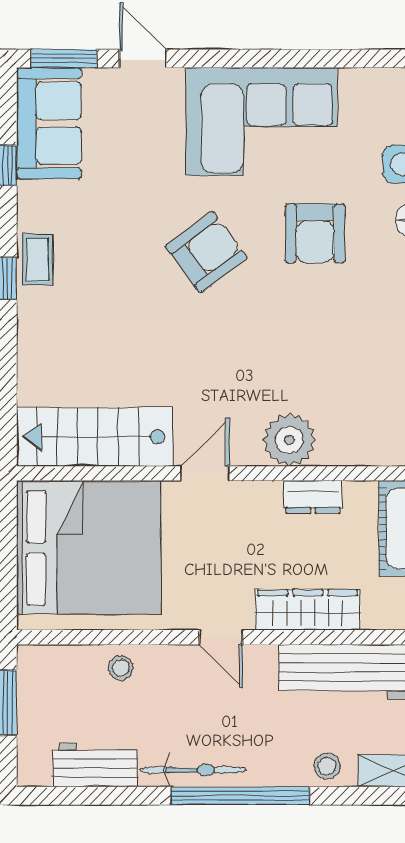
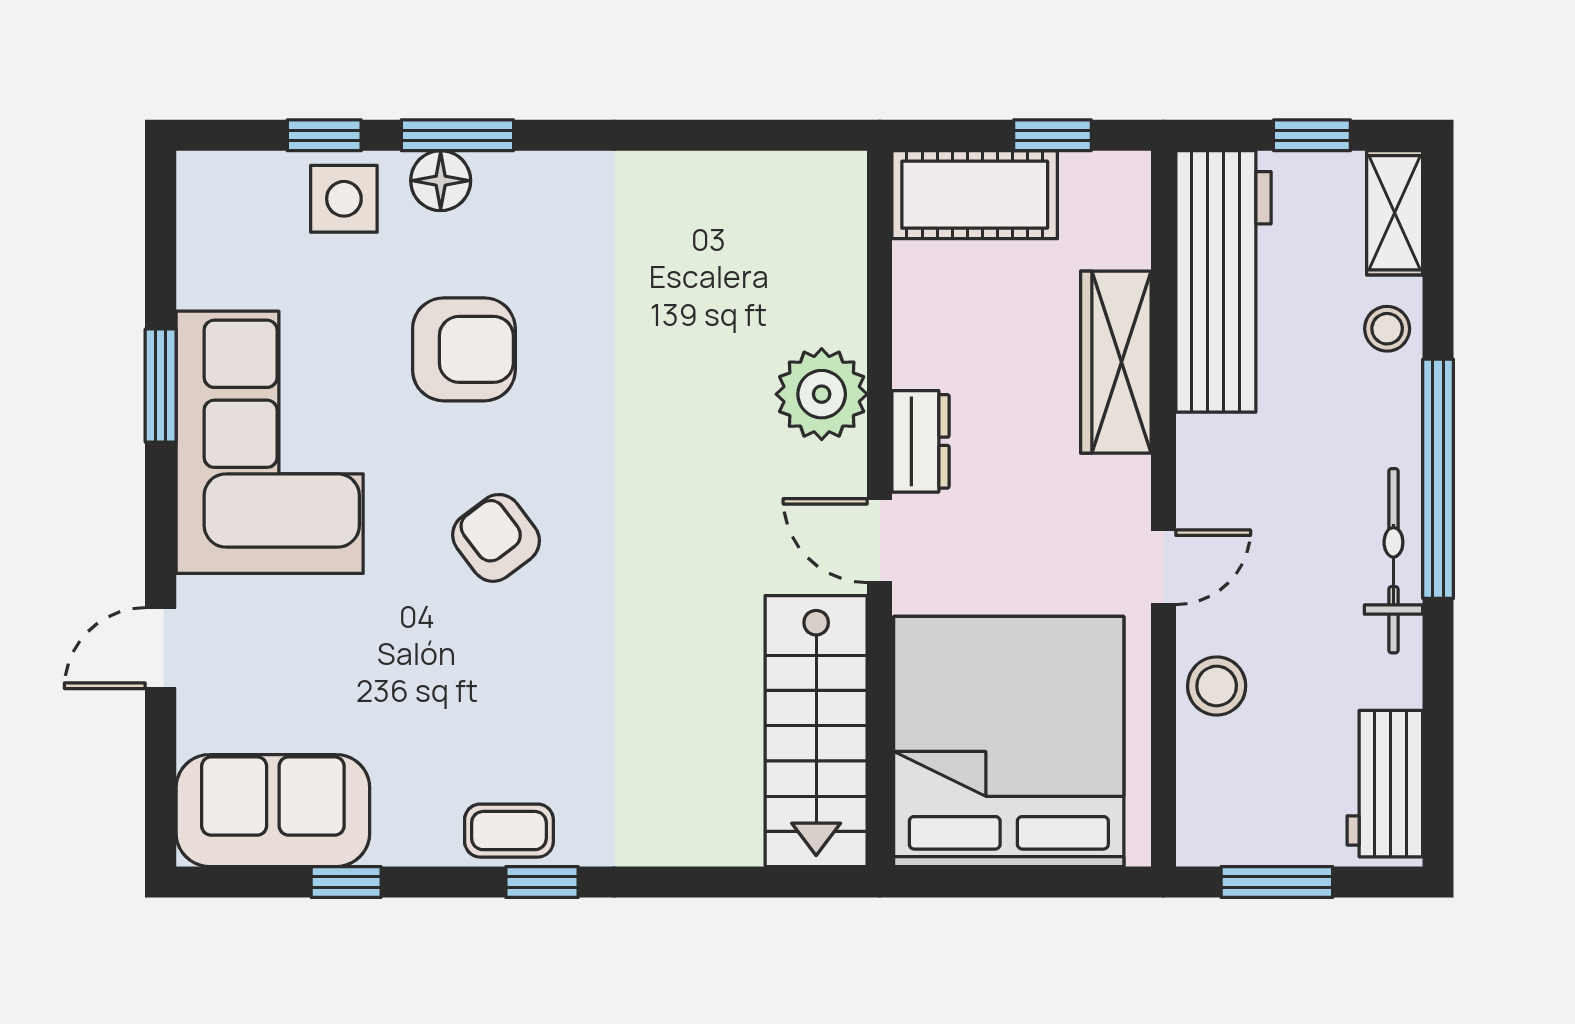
window: (64, 58) -> (161, 386), moved
armchair: (206, 252) -> (496, 538), width x0.72, depth x0.72
dresser: (313, 497) -> (920, 441), moved
door: (221, 637) -> (1163, 567), moved
stool: (121, 668) -> (1217, 686), width x1.37, depth x1.37
workbench: (95, 765) -> (1385, 784), moved

